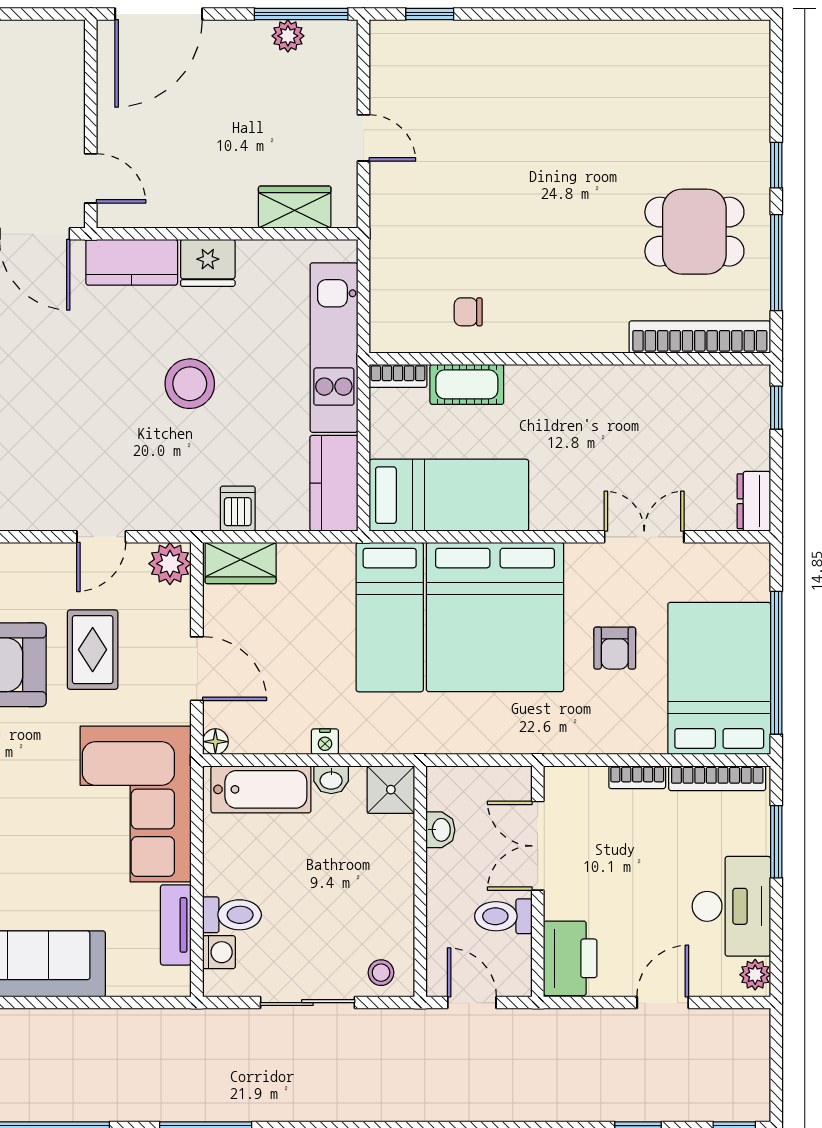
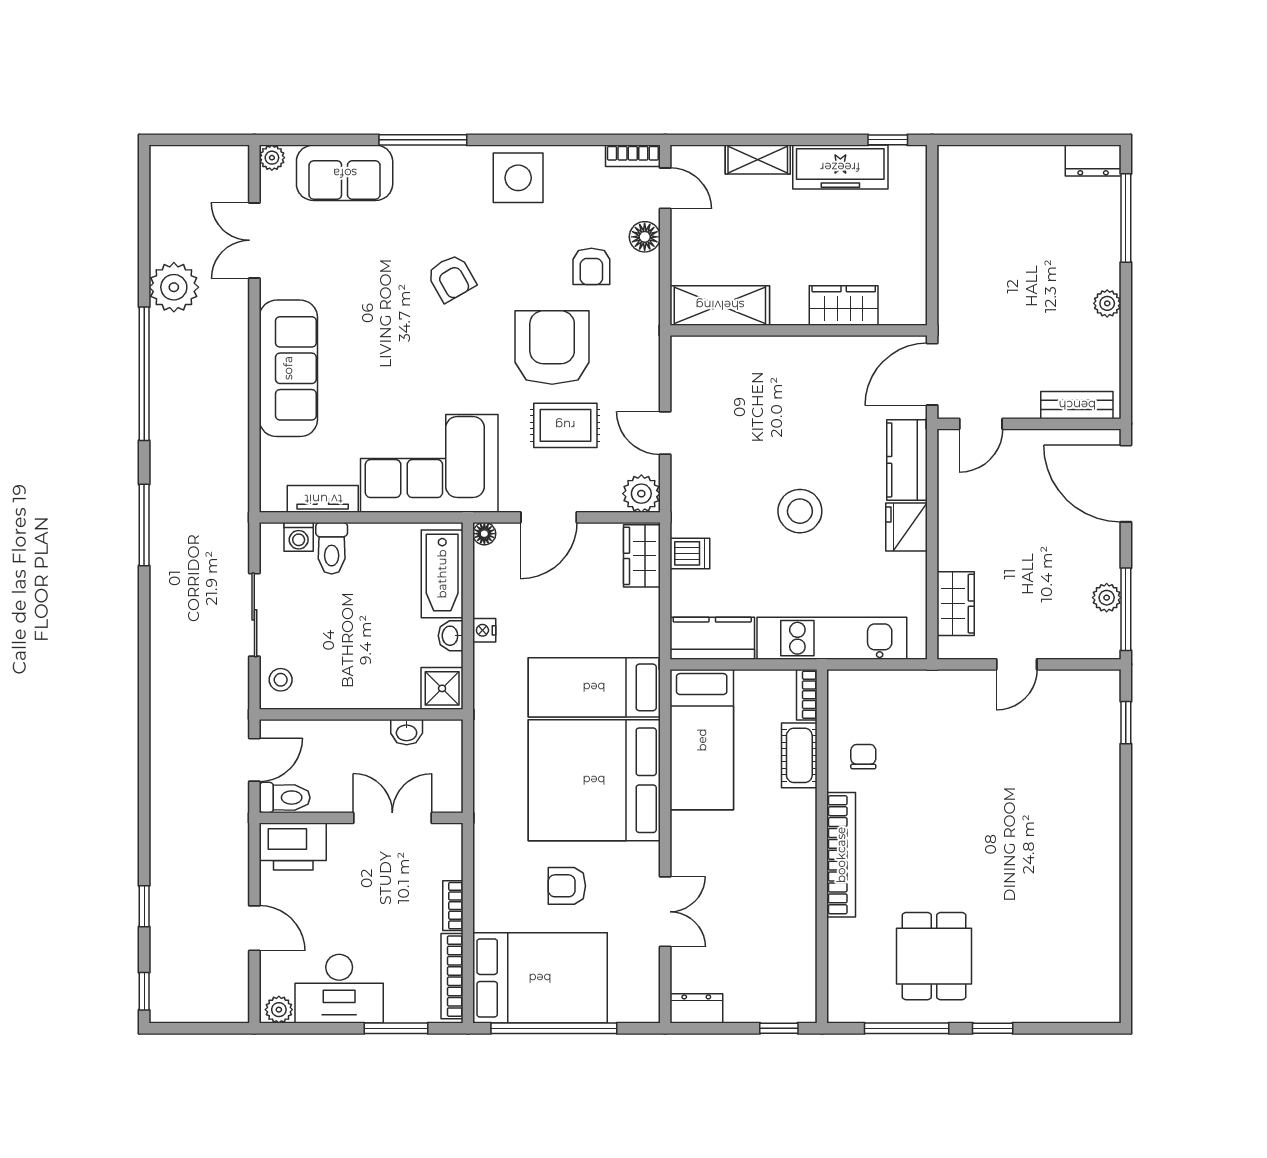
bench: (69, 70) -> (1077, 405), added
bookcase: (700, 337) -> (841, 855), moved
toilet: (503, 916) -> (285, 798), moved, turned 90

